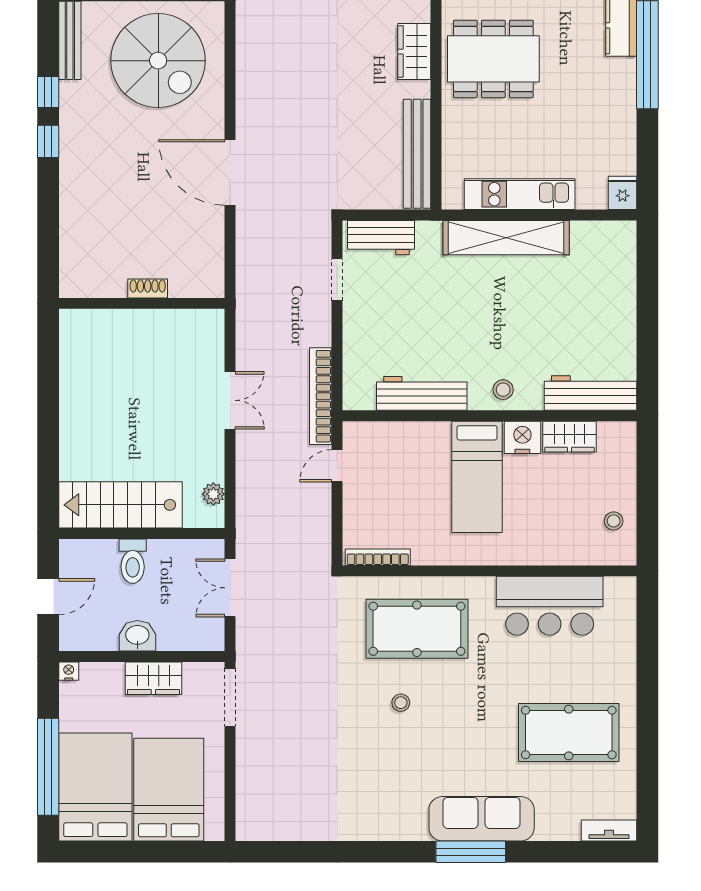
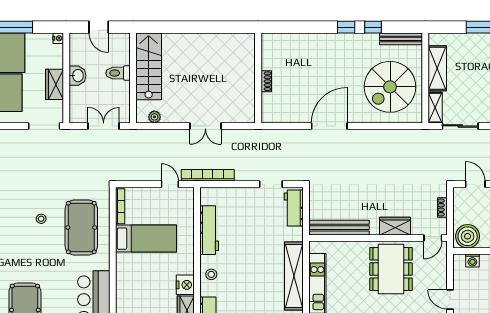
bed: (477, 477) -> (146, 239), moved, turned 180

